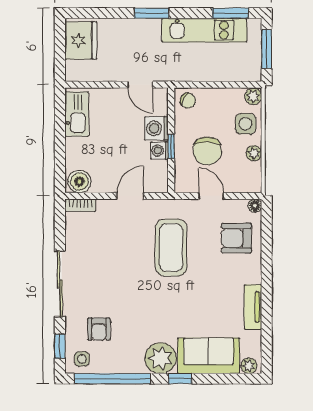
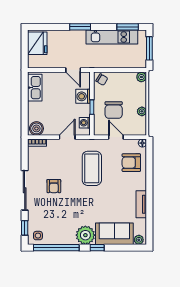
side table: (245, 124) -> (137, 94), removed
washing machine: (159, 150) -> (85, 123), moved
armchair: (99, 329) -> (54, 186), moved

